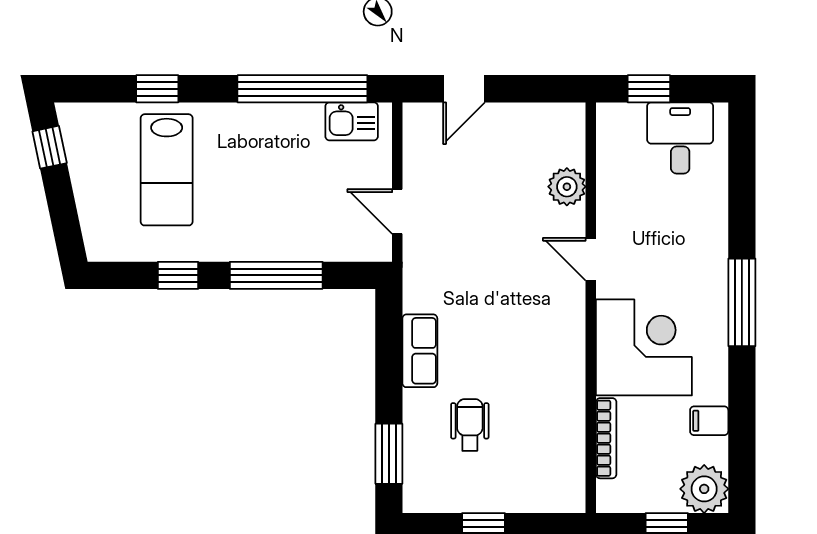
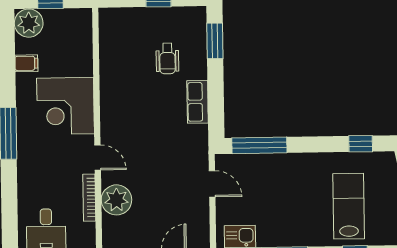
plant: (567, 187) -> (116, 200), width x1.36, depth x1.36
window: (178, 275) -> (361, 144), moved
window: (276, 275) -> (259, 145), moved
bookcase: (606, 438) -> (89, 198), moved

